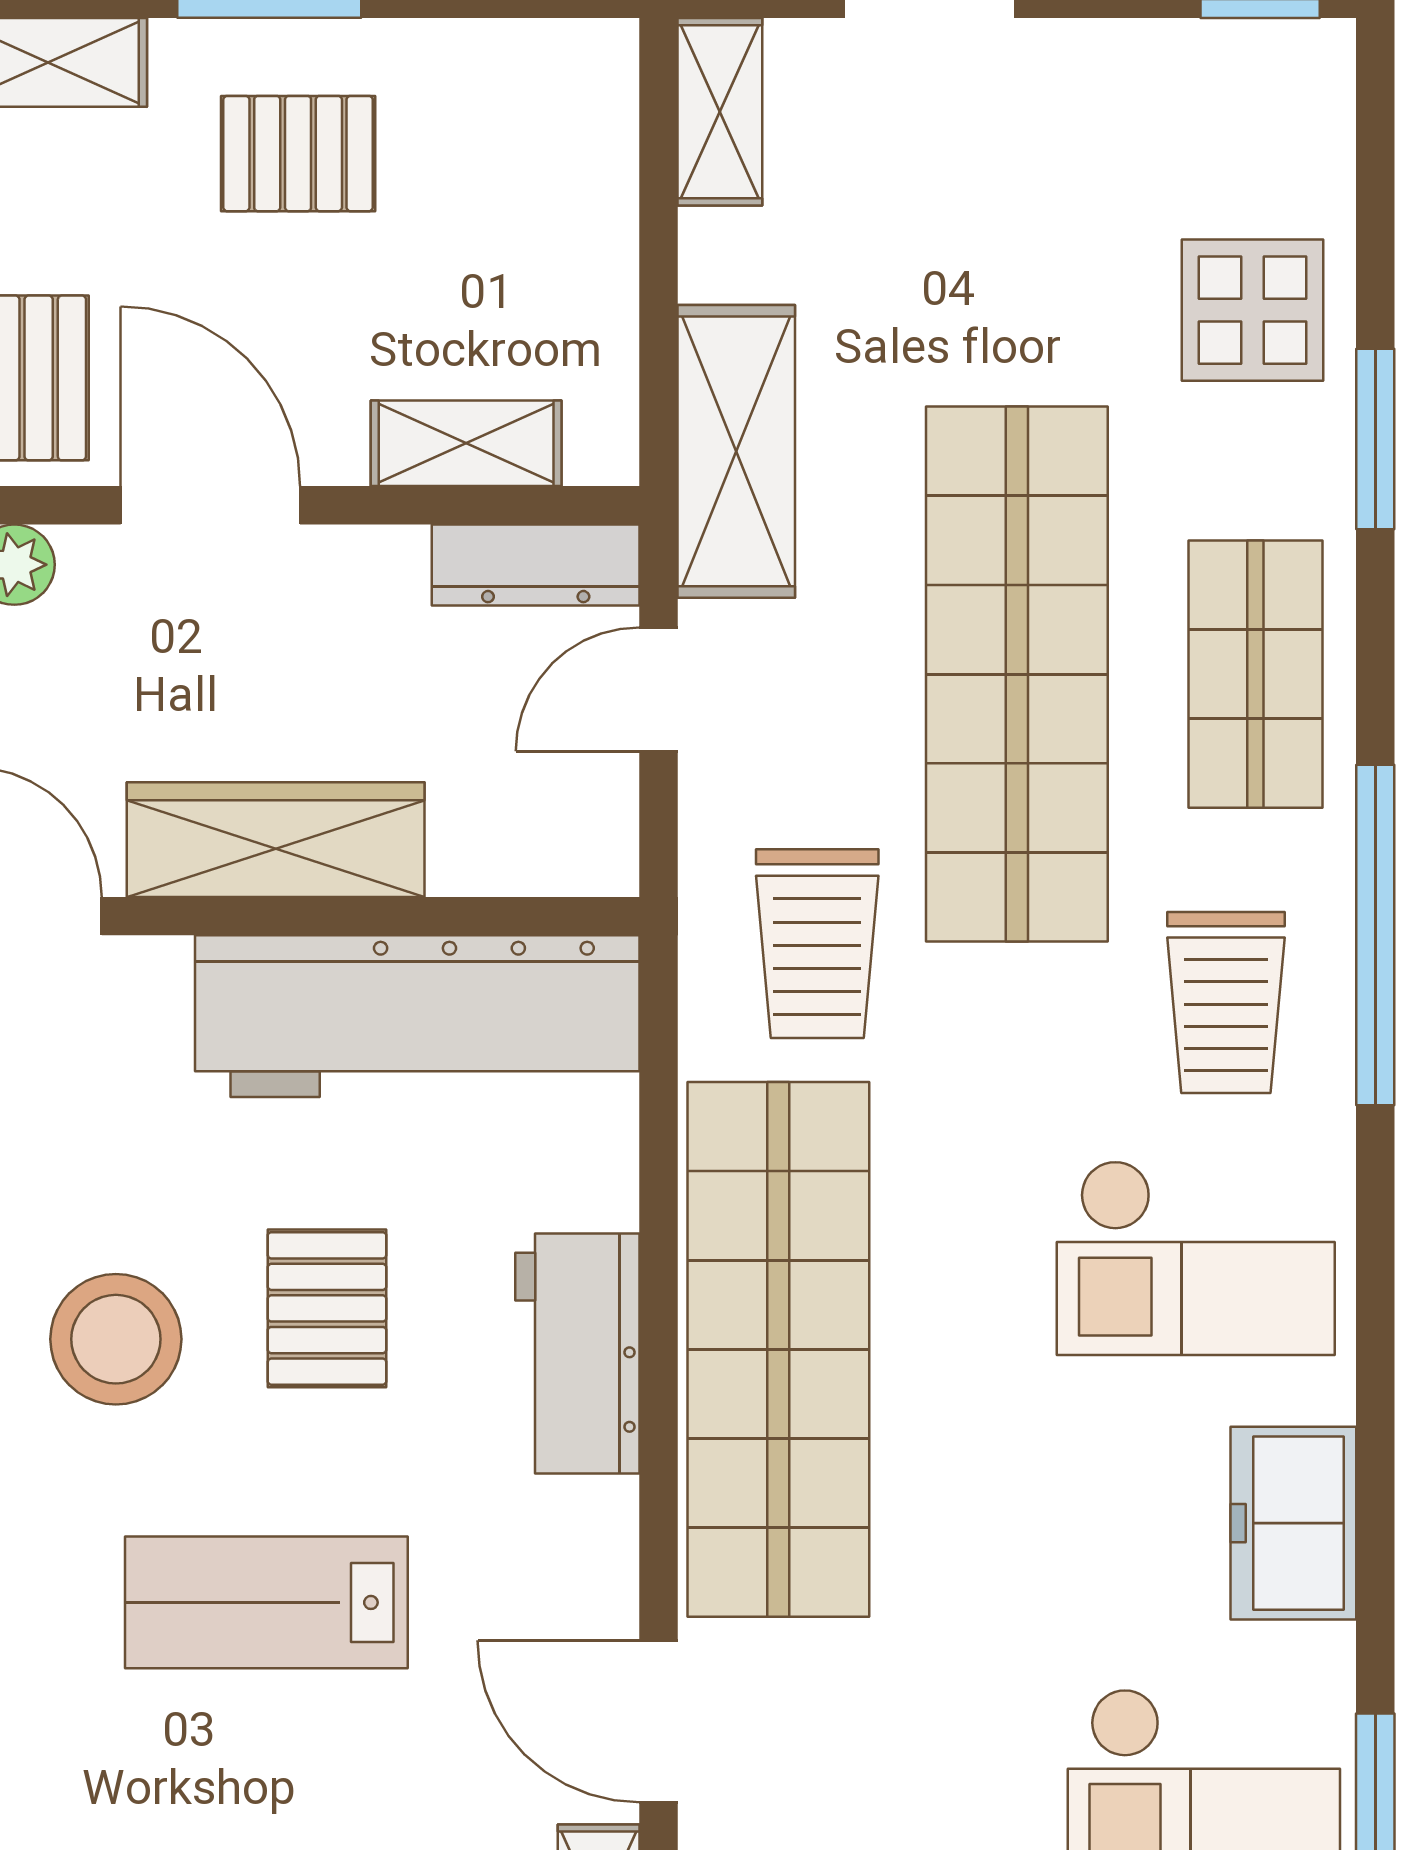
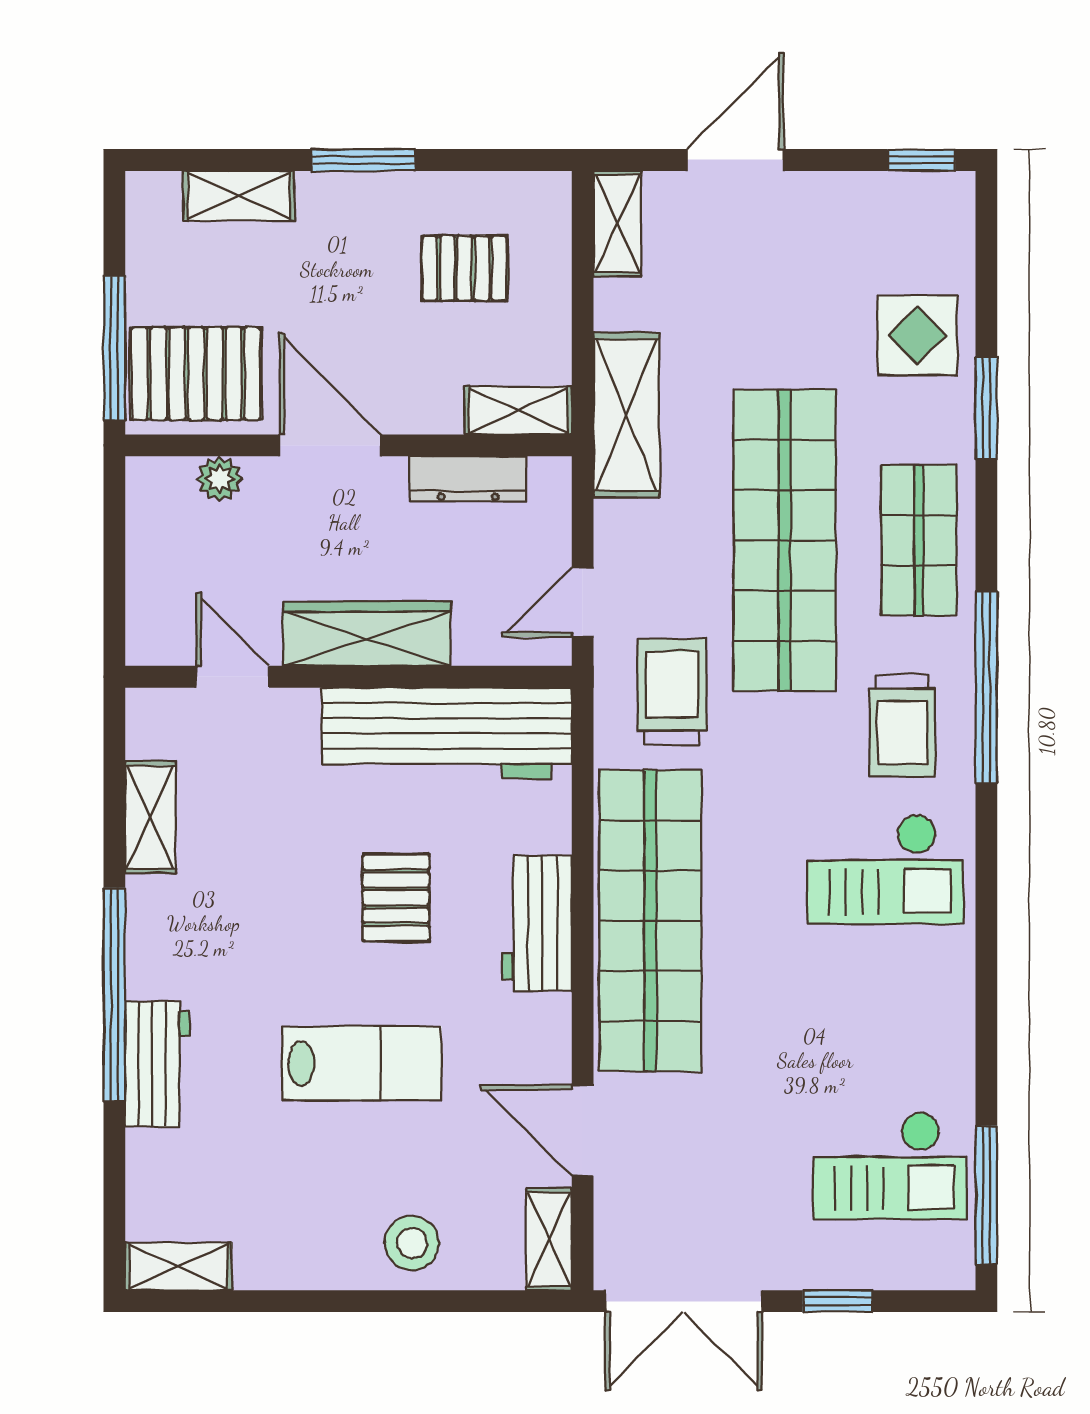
pallet: (298, 154) -> (464, 268), moved
shelving: (466, 443) -> (518, 410), moved
dresser: (536, 565) -> (468, 479), moved
door: (659, 689) -> (583, 602), moved
trolley: (817, 944) -> (672, 692), turned 180
stool: (116, 1339) -> (277, 915), removed
freezer: (1293, 1523) -> (940, 1019), removed
lab bench: (266, 1602) -> (362, 1063), turned 180

